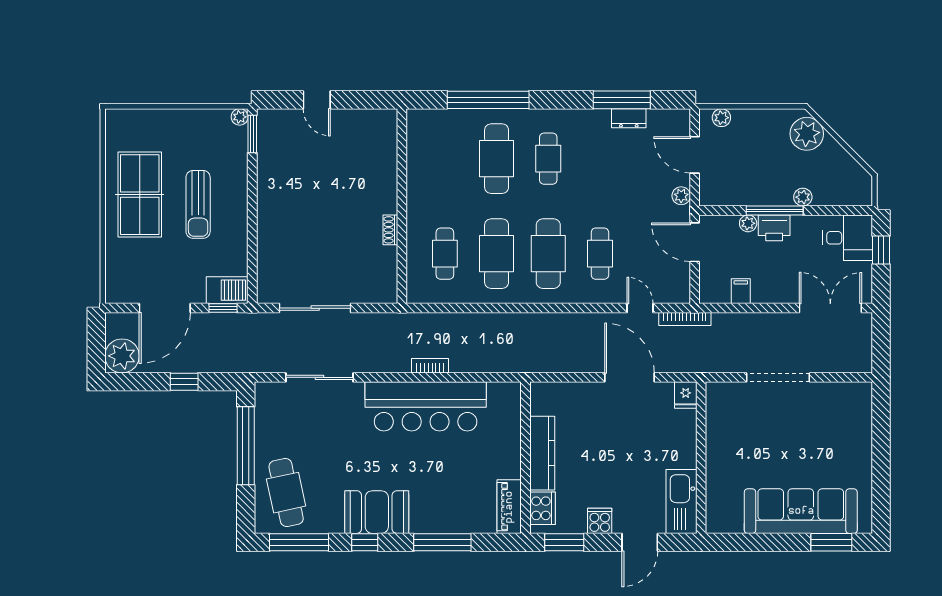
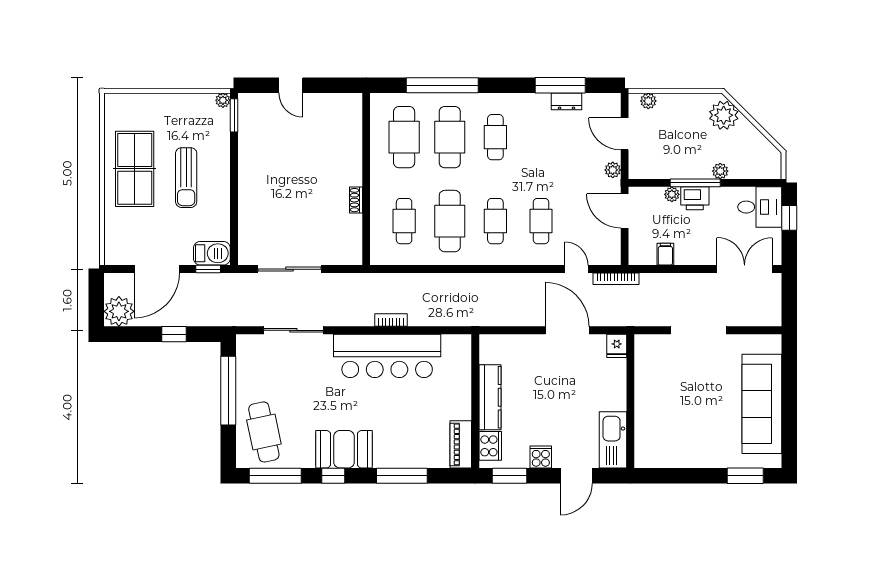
cafe table: (445, 159) -> (404, 137), added
cafe table: (548, 254) -> (495, 221), width x0.73, depth x0.74
sofa: (801, 511) -> (762, 404), moved, turned -90

